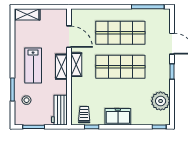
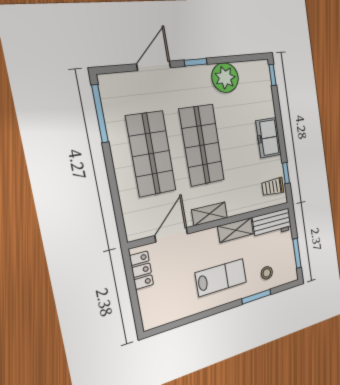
shelving: (27, 14) -> (149, 309), removed
locker: (52, 14) -> (142, 270), added
shelving: (61, 67) -> (236, 230), moved
plant: (161, 101) -> (225, 78), moved

